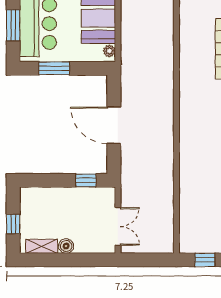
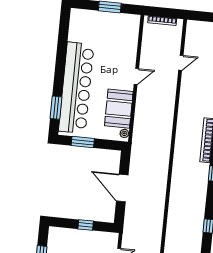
window: (86, 180) -> (86, 225), moved

